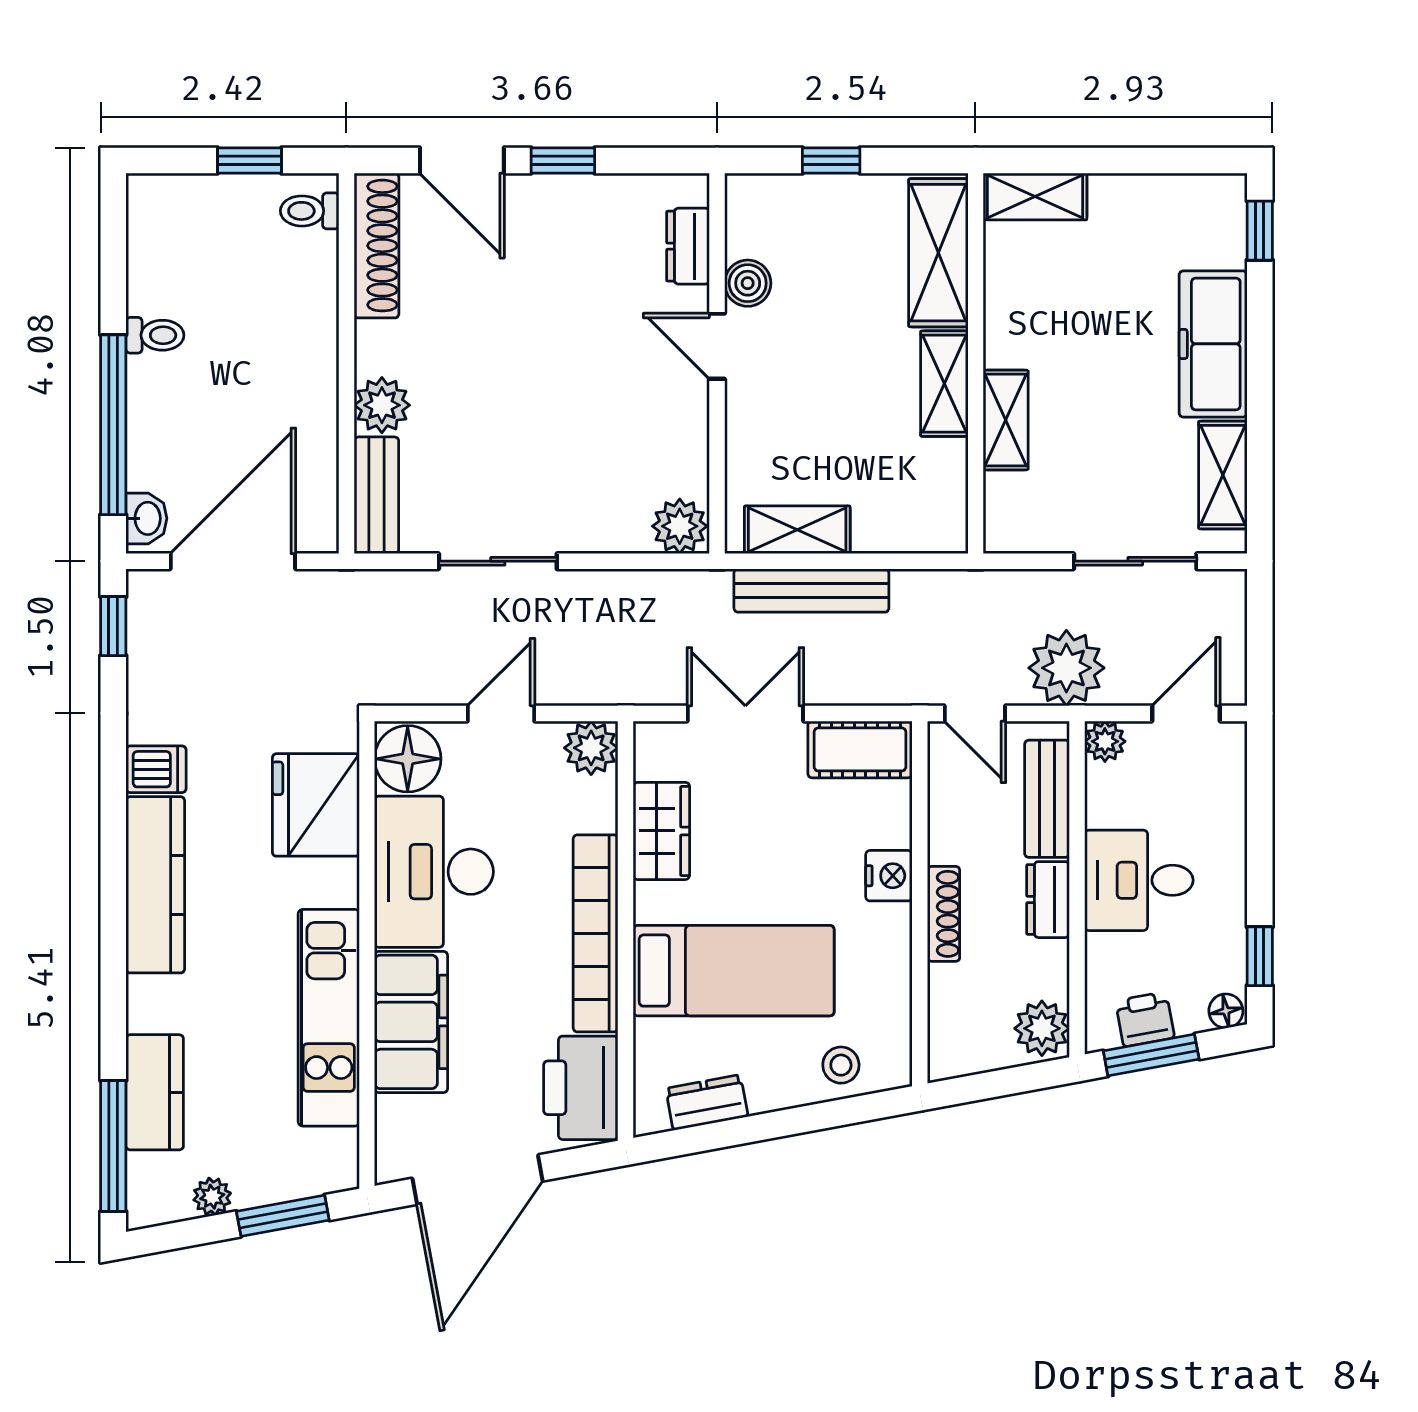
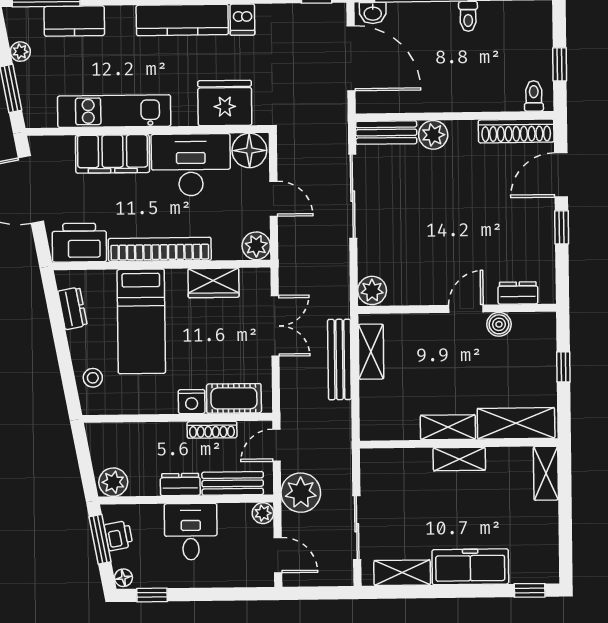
shelving: (1006, 420) -> (459, 459), moved
sliding door: (498, 561) -> (353, 196), width x1.37
cot: (860, 749) -> (234, 398), moved, turned 90
shoe rack: (944, 914) -> (212, 430), moved

